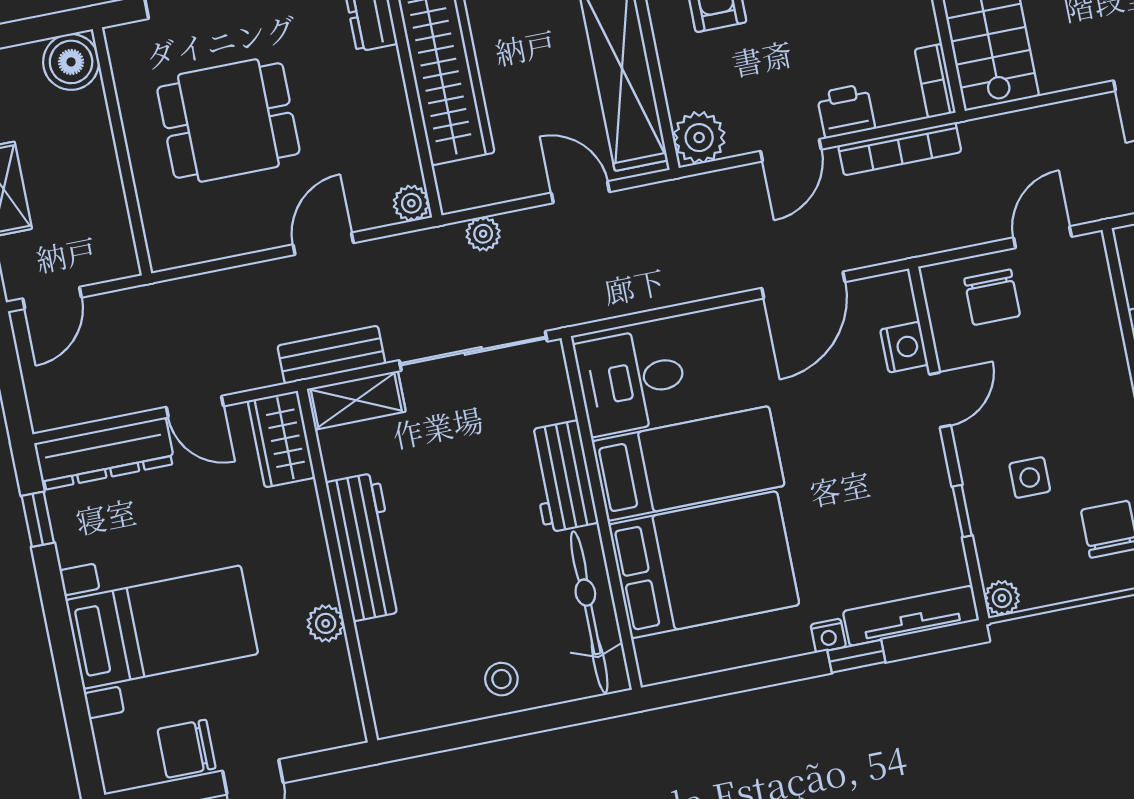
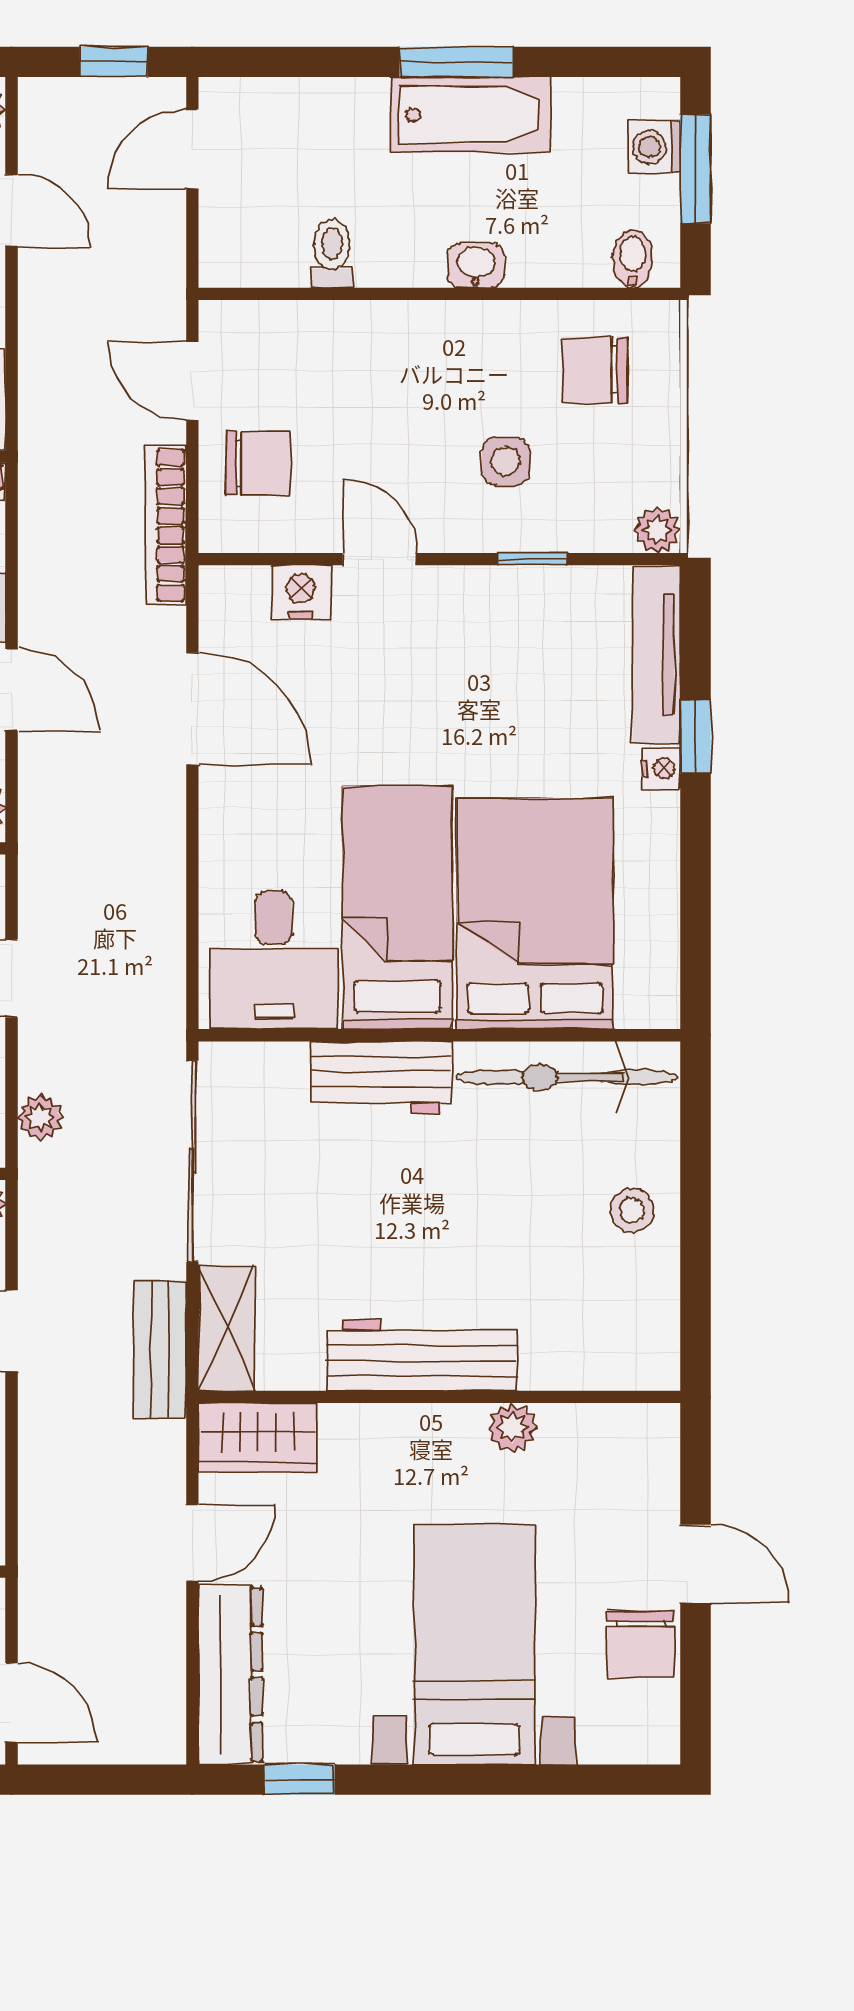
bookcase: (900, 149) -> (166, 525), moved, turned 180

